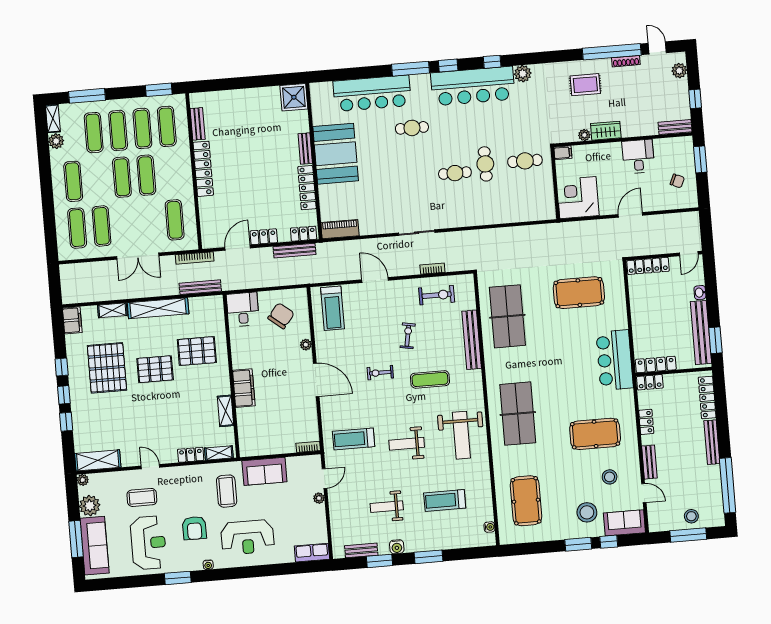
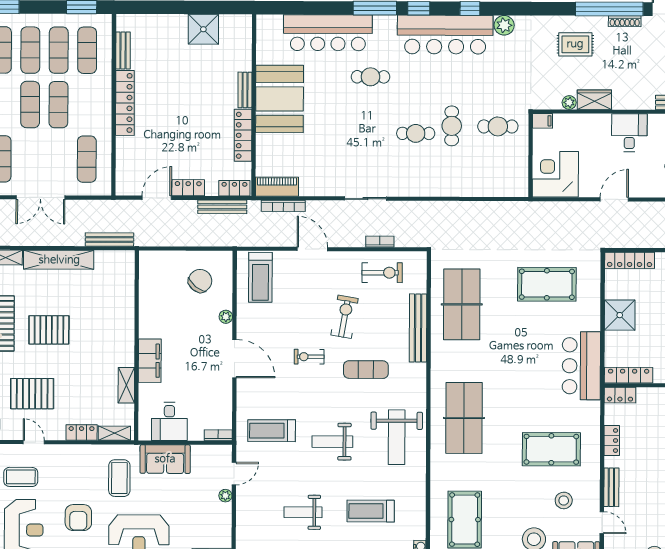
shower: (294, 97) -> (203, 29), moved
bookcase: (195, 258) -> (283, 206), moved
desk: (243, 309) -> (169, 421), moved, turned 180
shower: (644, 314) -> (620, 315), added
exercise bike: (408, 336) -> (345, 317), width x1.38, depth x1.39
pallet: (197, 351) -> (32, 394), moved

